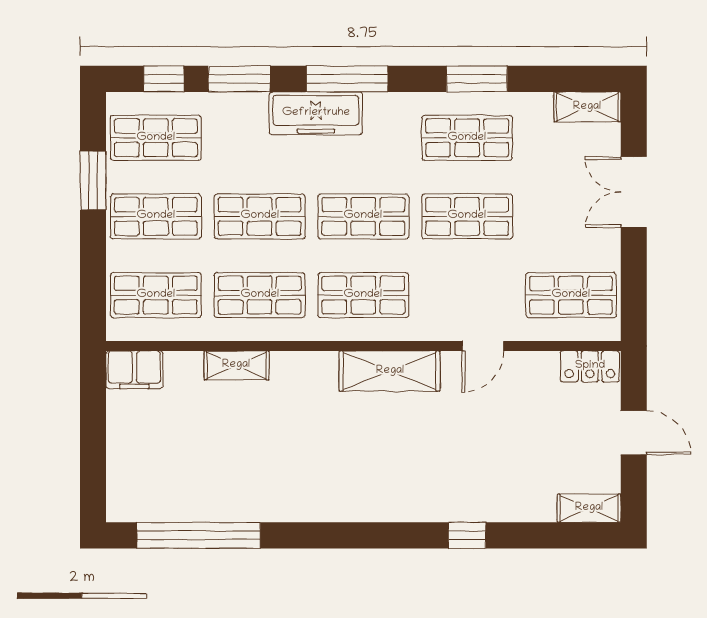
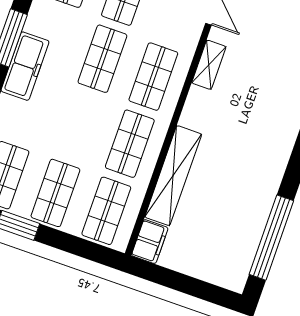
shop shelf: (260, 216) -> (79, 126), removed
shelving: (236, 365) -> (173, 176), width x2.20, depth x1.33
shelving: (390, 371) -> (209, 65), width x0.67, depth x0.75

